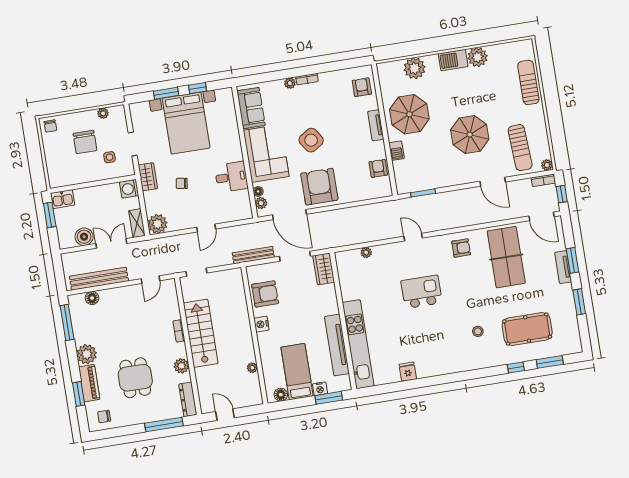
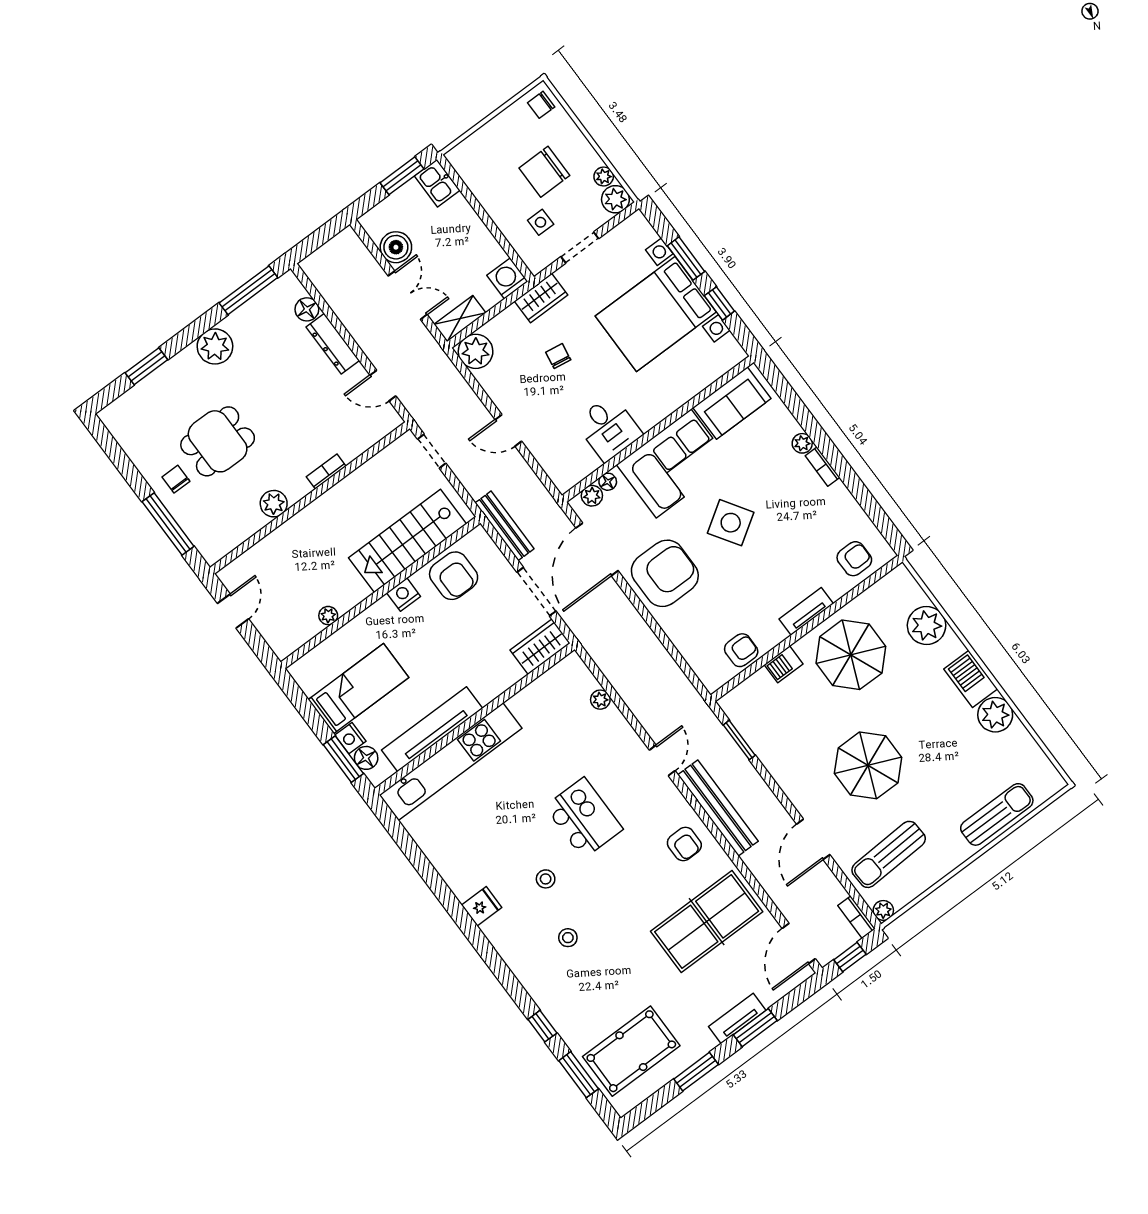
plant: (118, 113) -> (615, 199), added
bench: (99, 279) -> (718, 808), moved
stool: (442, 327) -> (546, 879), added
pool table: (527, 329) -> (631, 1051), moved, turned 90
stairs: (201, 333) -> (407, 541), moved, turned 180
fridge: (408, 372) -> (482, 906), moved
piano: (89, 383) -> (172, 374), removed
floor lamp: (281, 395) -> (366, 758), moved
dresser: (188, 399) -> (333, 344), moved, turned -90
chair: (104, 416) -> (176, 479), moved

